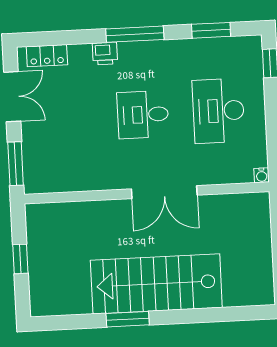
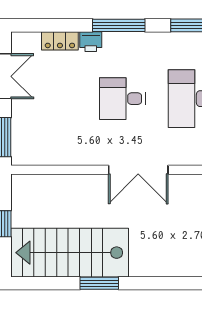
locker: (47, 56) -> (60, 41), moved
stairs: (156, 284) -> (70, 253), moved

